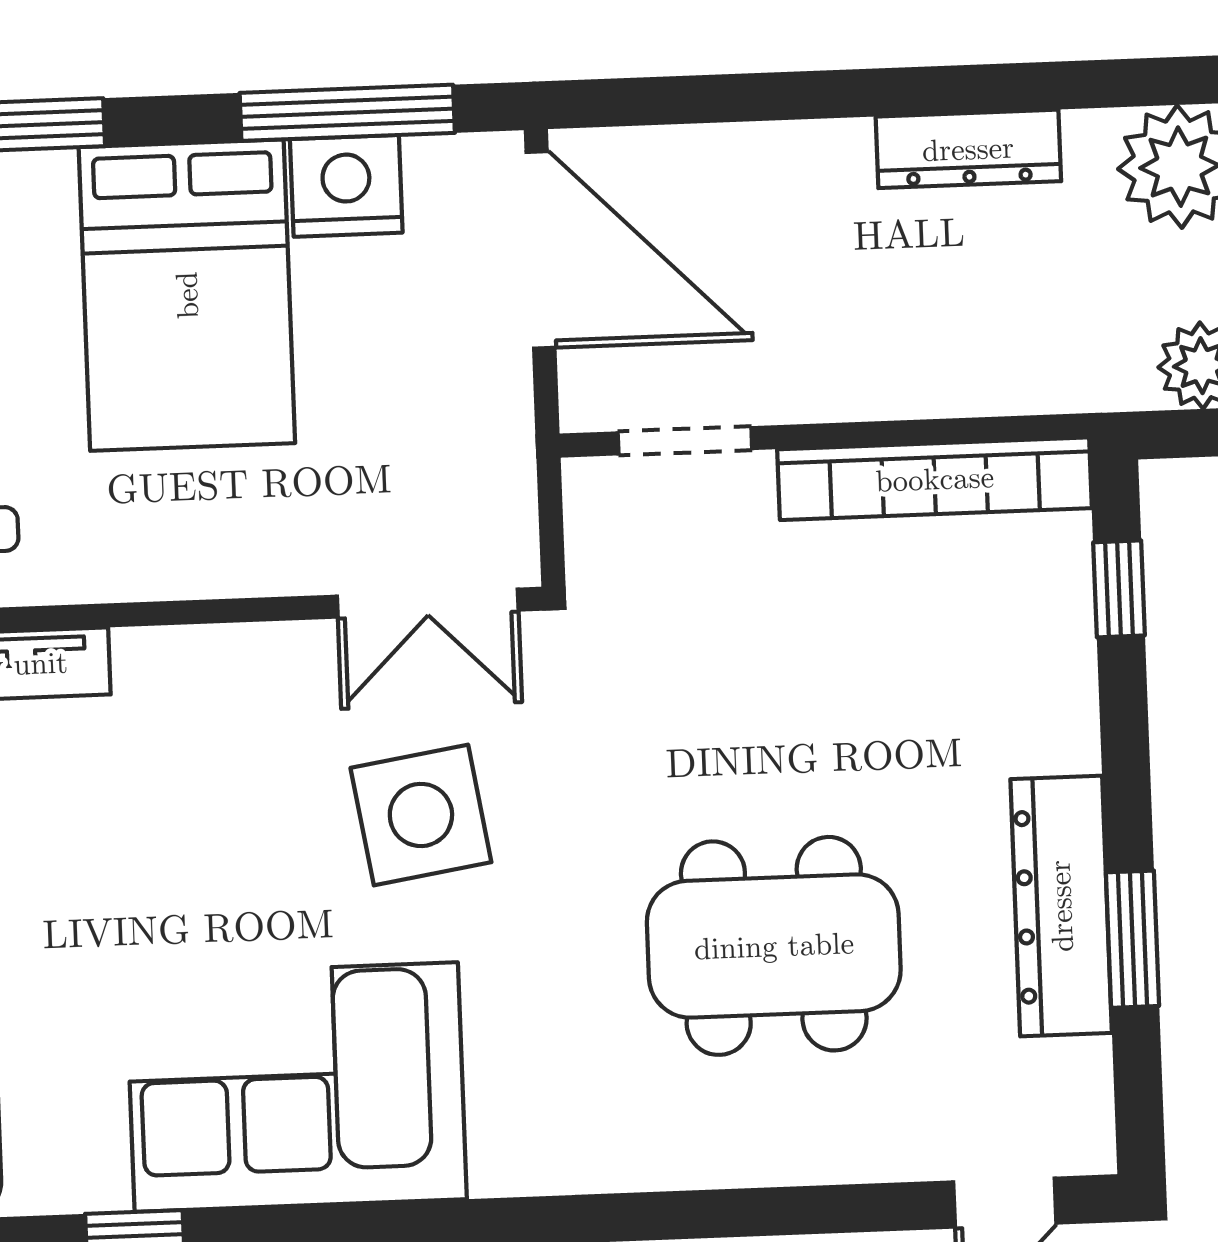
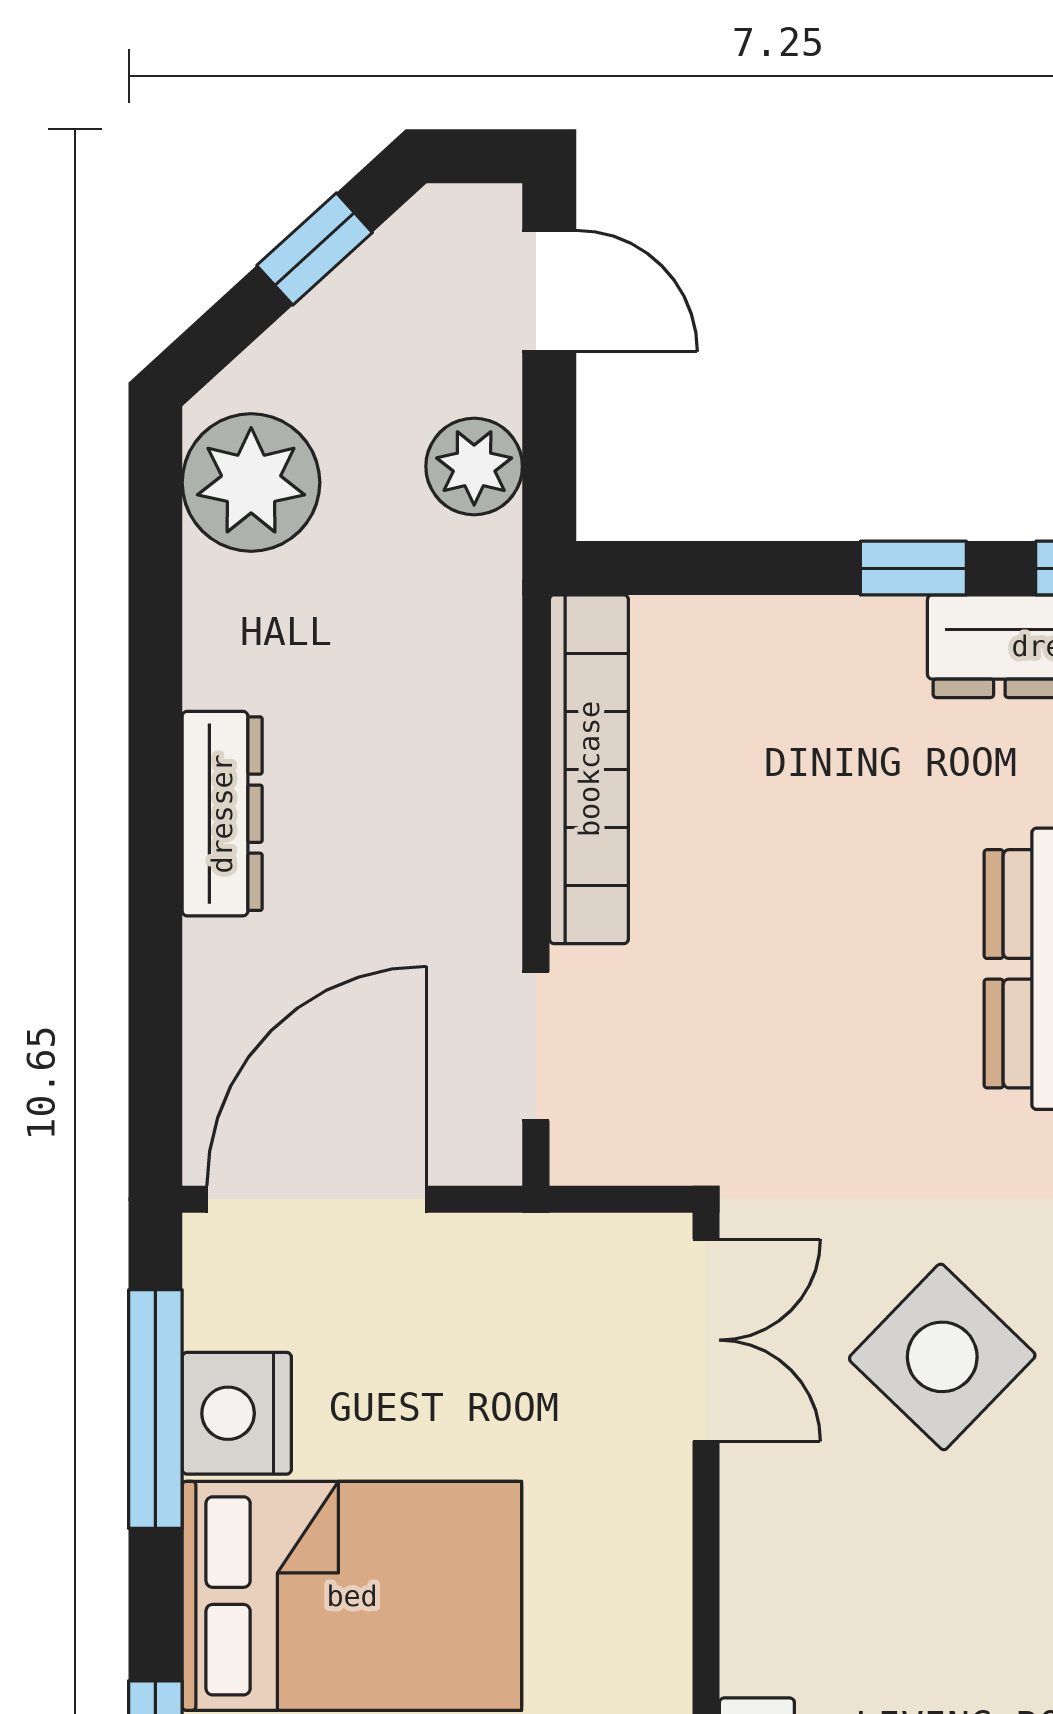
dresser: (968, 149) -> (222, 814), moved
window: (1119, 589) -> (913, 568), moved
side table: (421, 815) -> (942, 1357), turned -37

